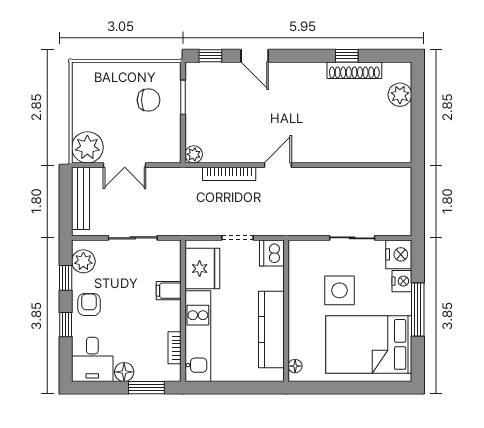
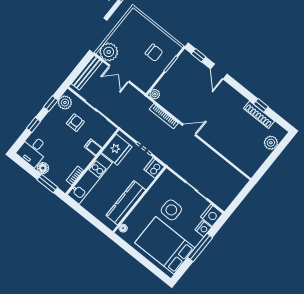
armchair: (89, 305) -> (75, 123), moved

